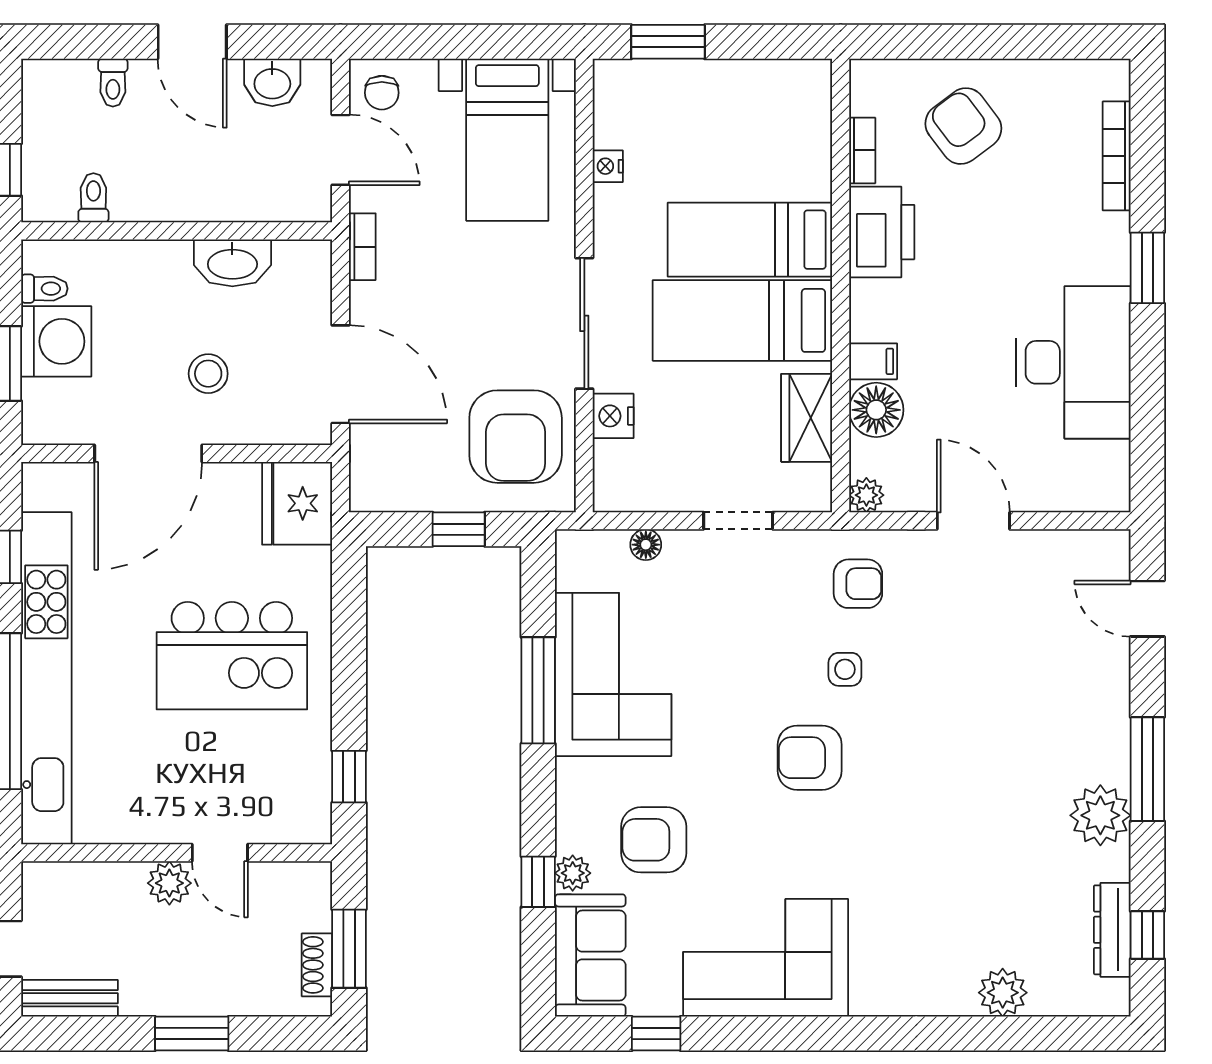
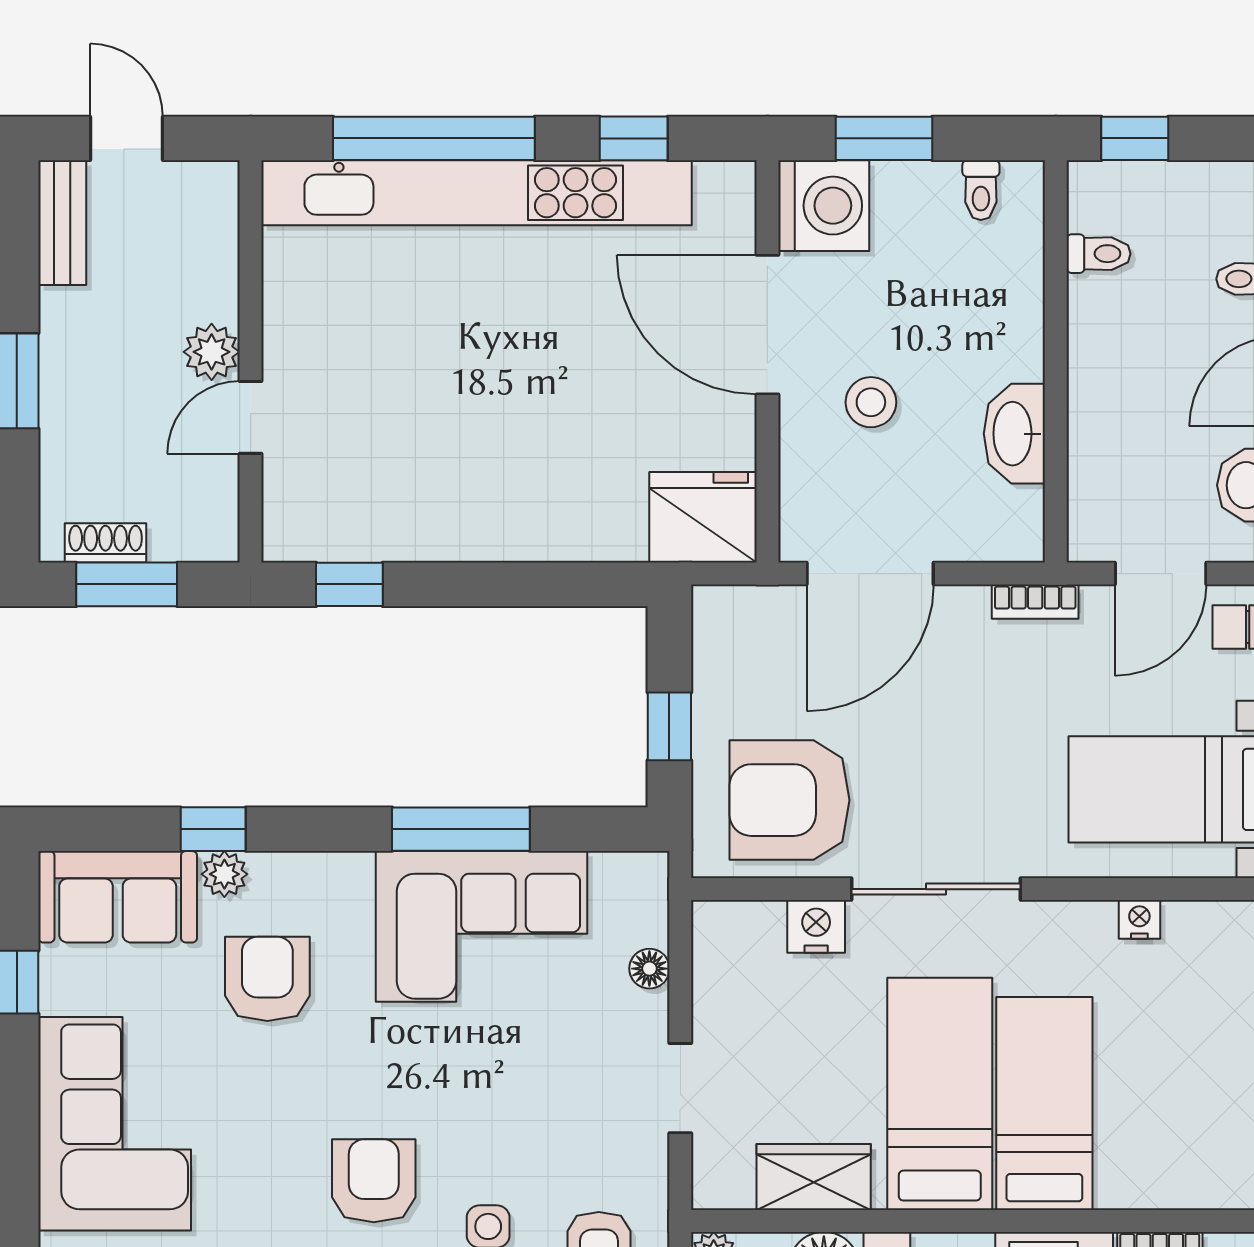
washing machine: (56, 341) -> (824, 206), moved, turned -90
kitchen island: (232, 656) -> (506, 433), removed

